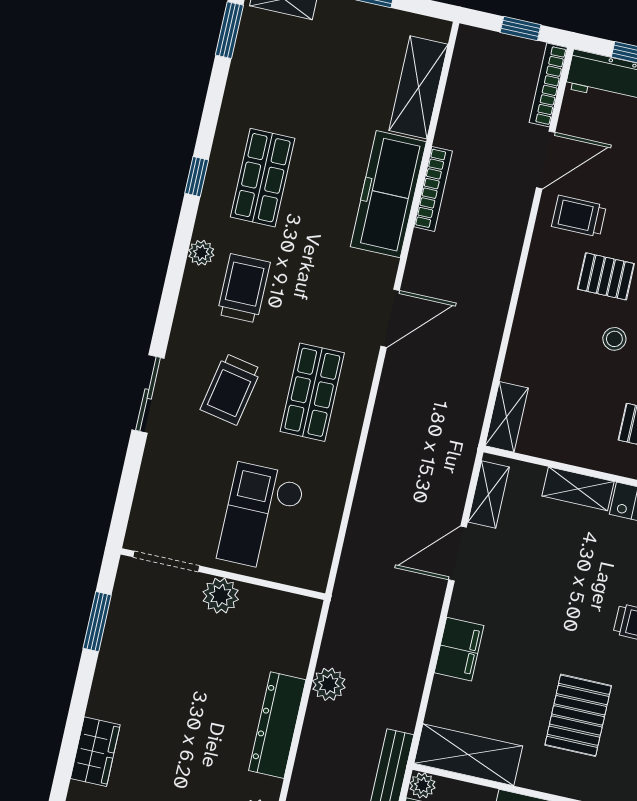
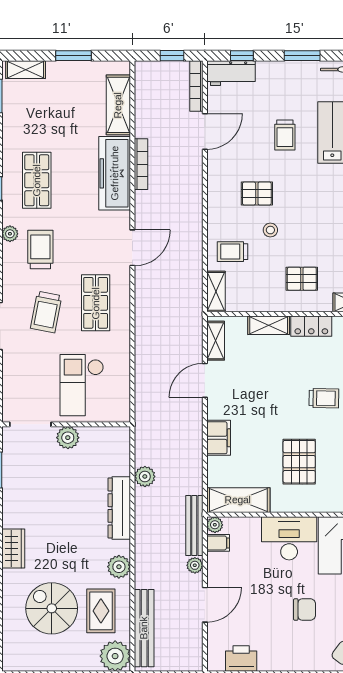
trolley: (579, 216) -> (232, 252), moved

